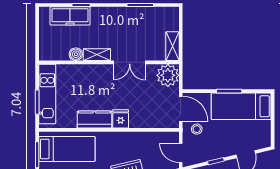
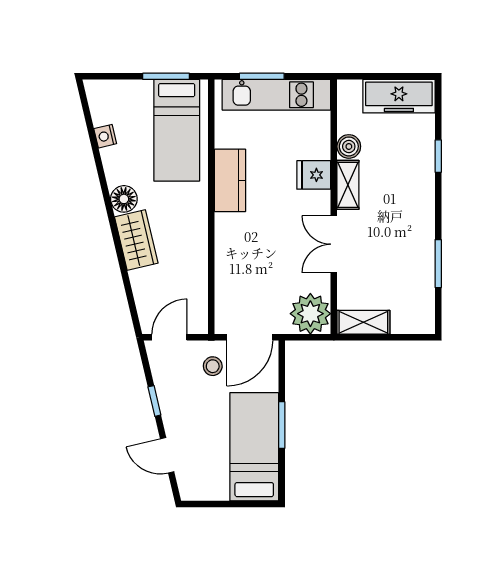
freezer: (70, 16) -> (399, 96), moved, turned -90
fridge: (121, 119) -> (314, 175), moved, turned 180

